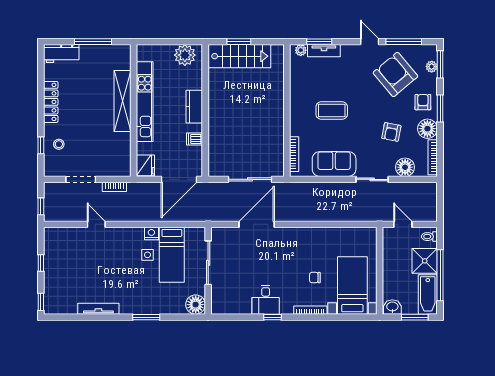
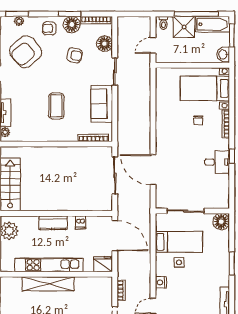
window: (440, 109) -> (69, 14), moved
nightstand: (151, 233) -> (161, 282), moved

